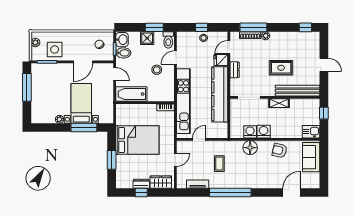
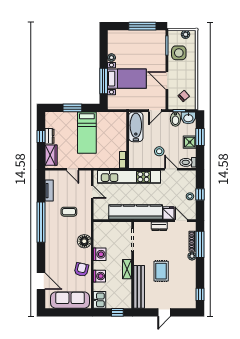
window: (154, 27) -> (200, 137), moved
washing machine: (250, 132) -> (99, 276), moved
bed: (137, 140) -> (87, 133), width x0.67
sofa: (311, 157) -> (70, 300), width x1.36

